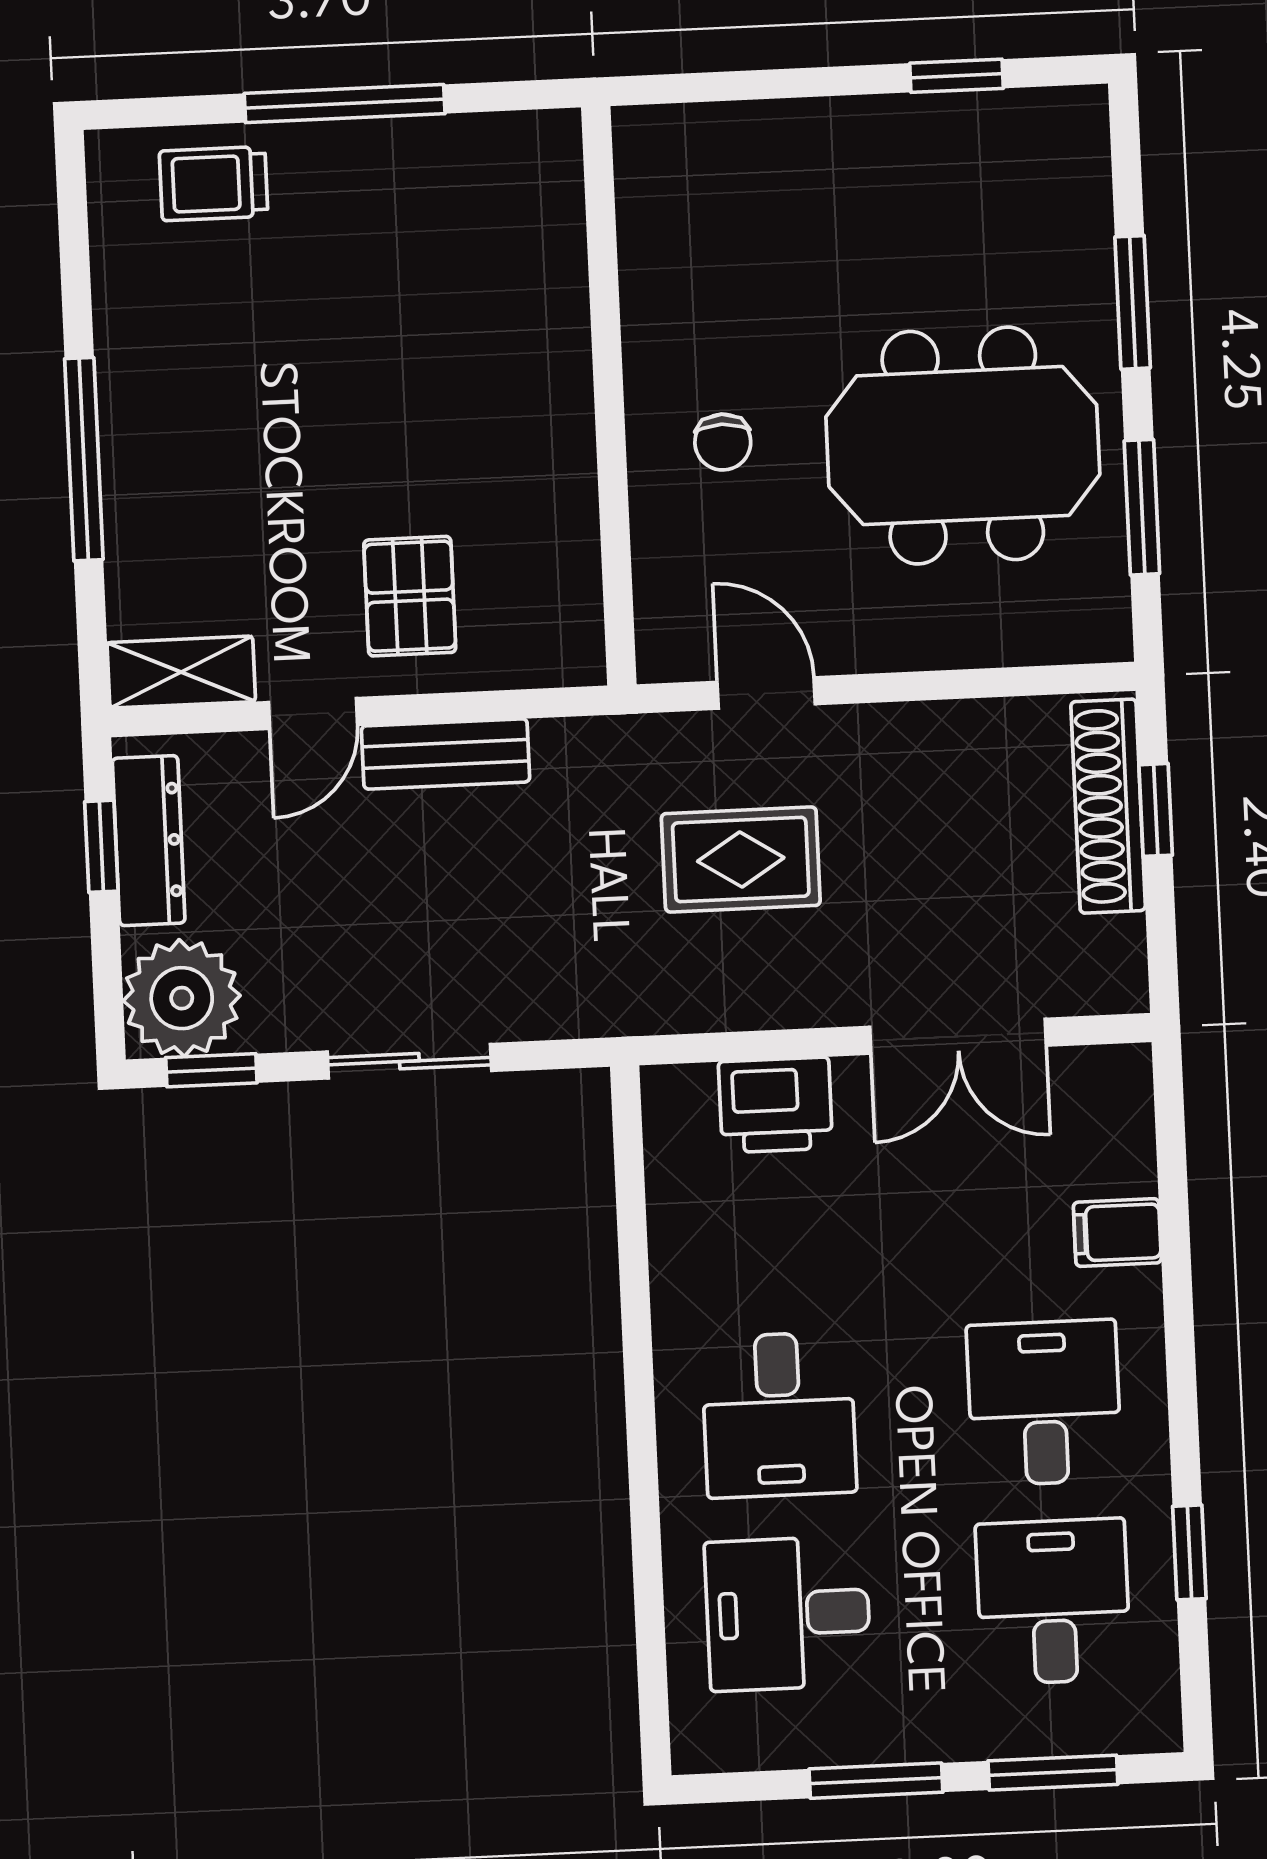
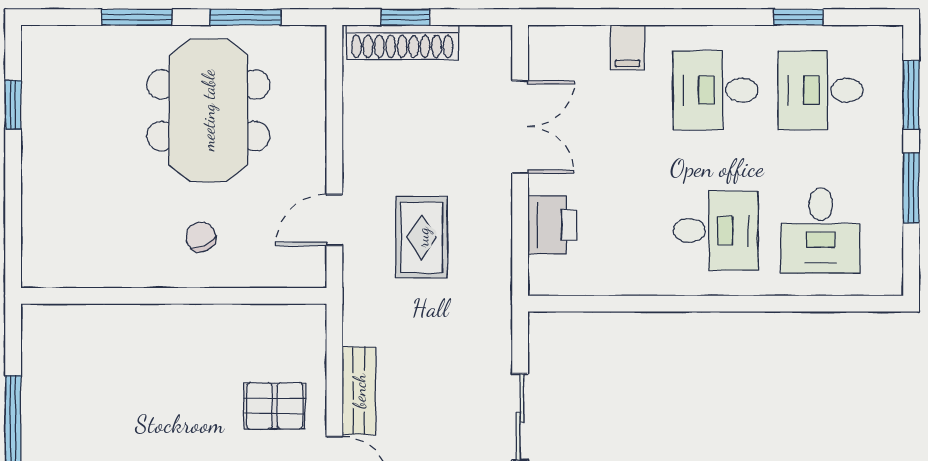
chair: (723, 442) -> (201, 237), turned -114

